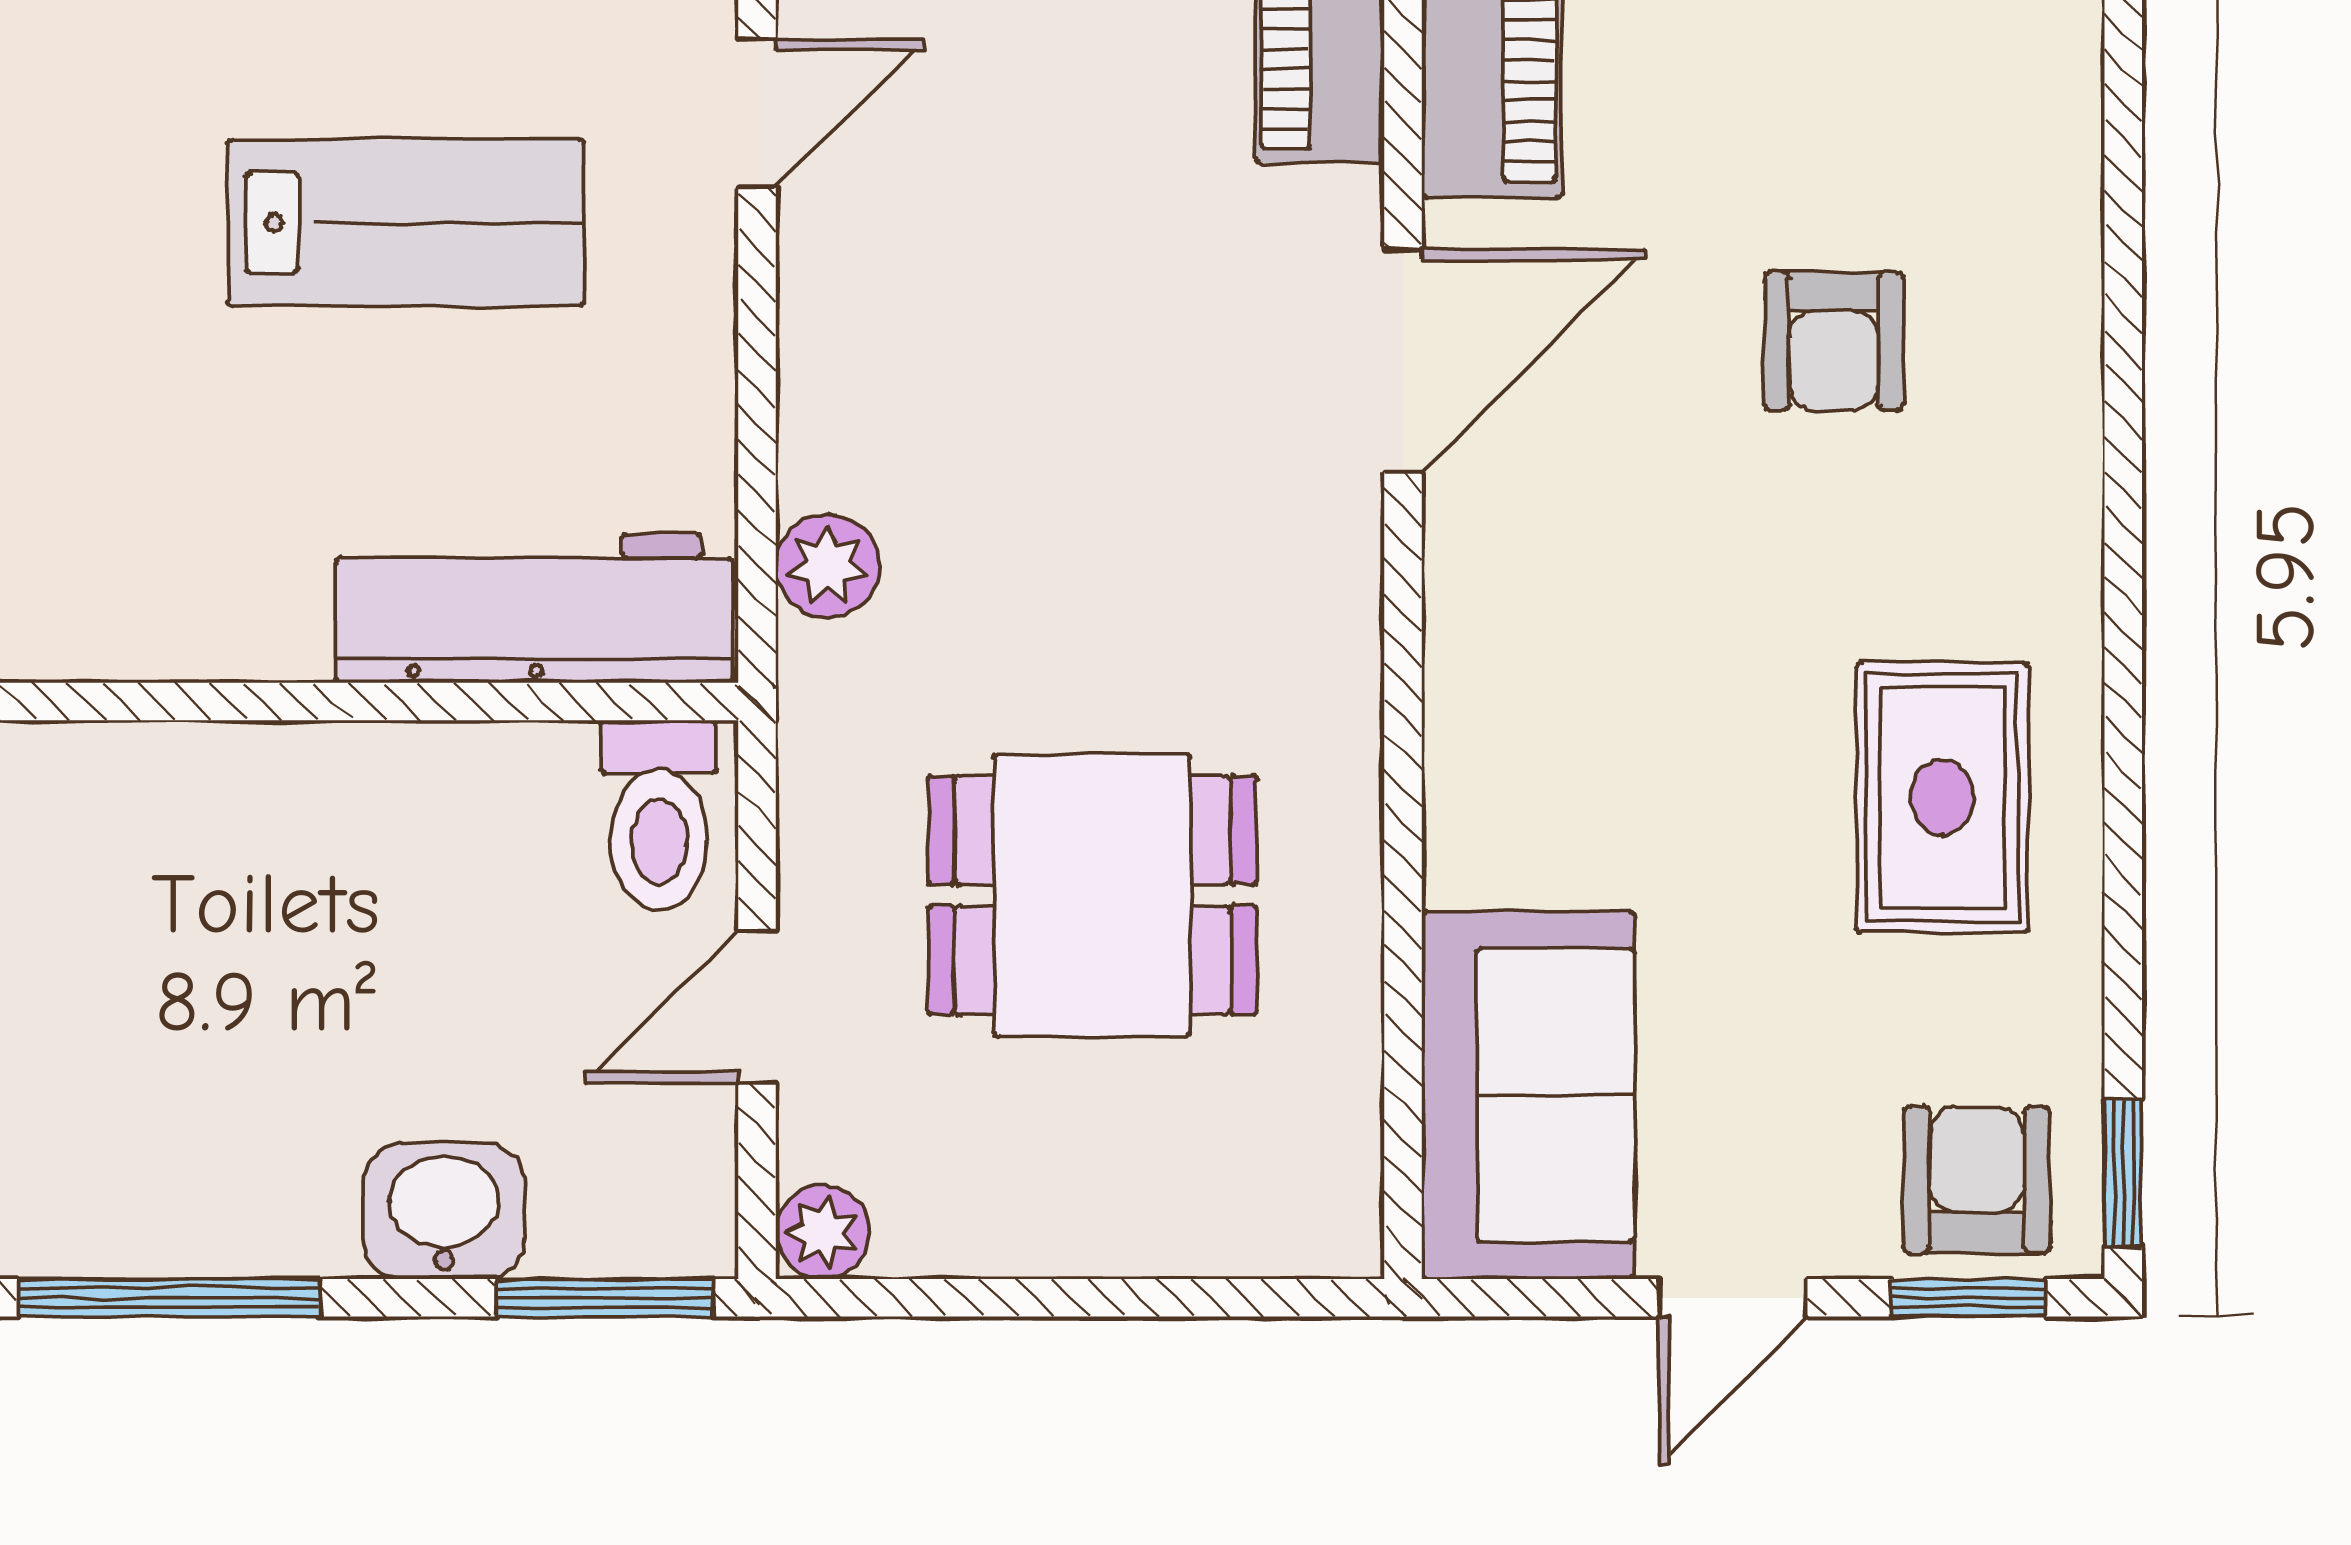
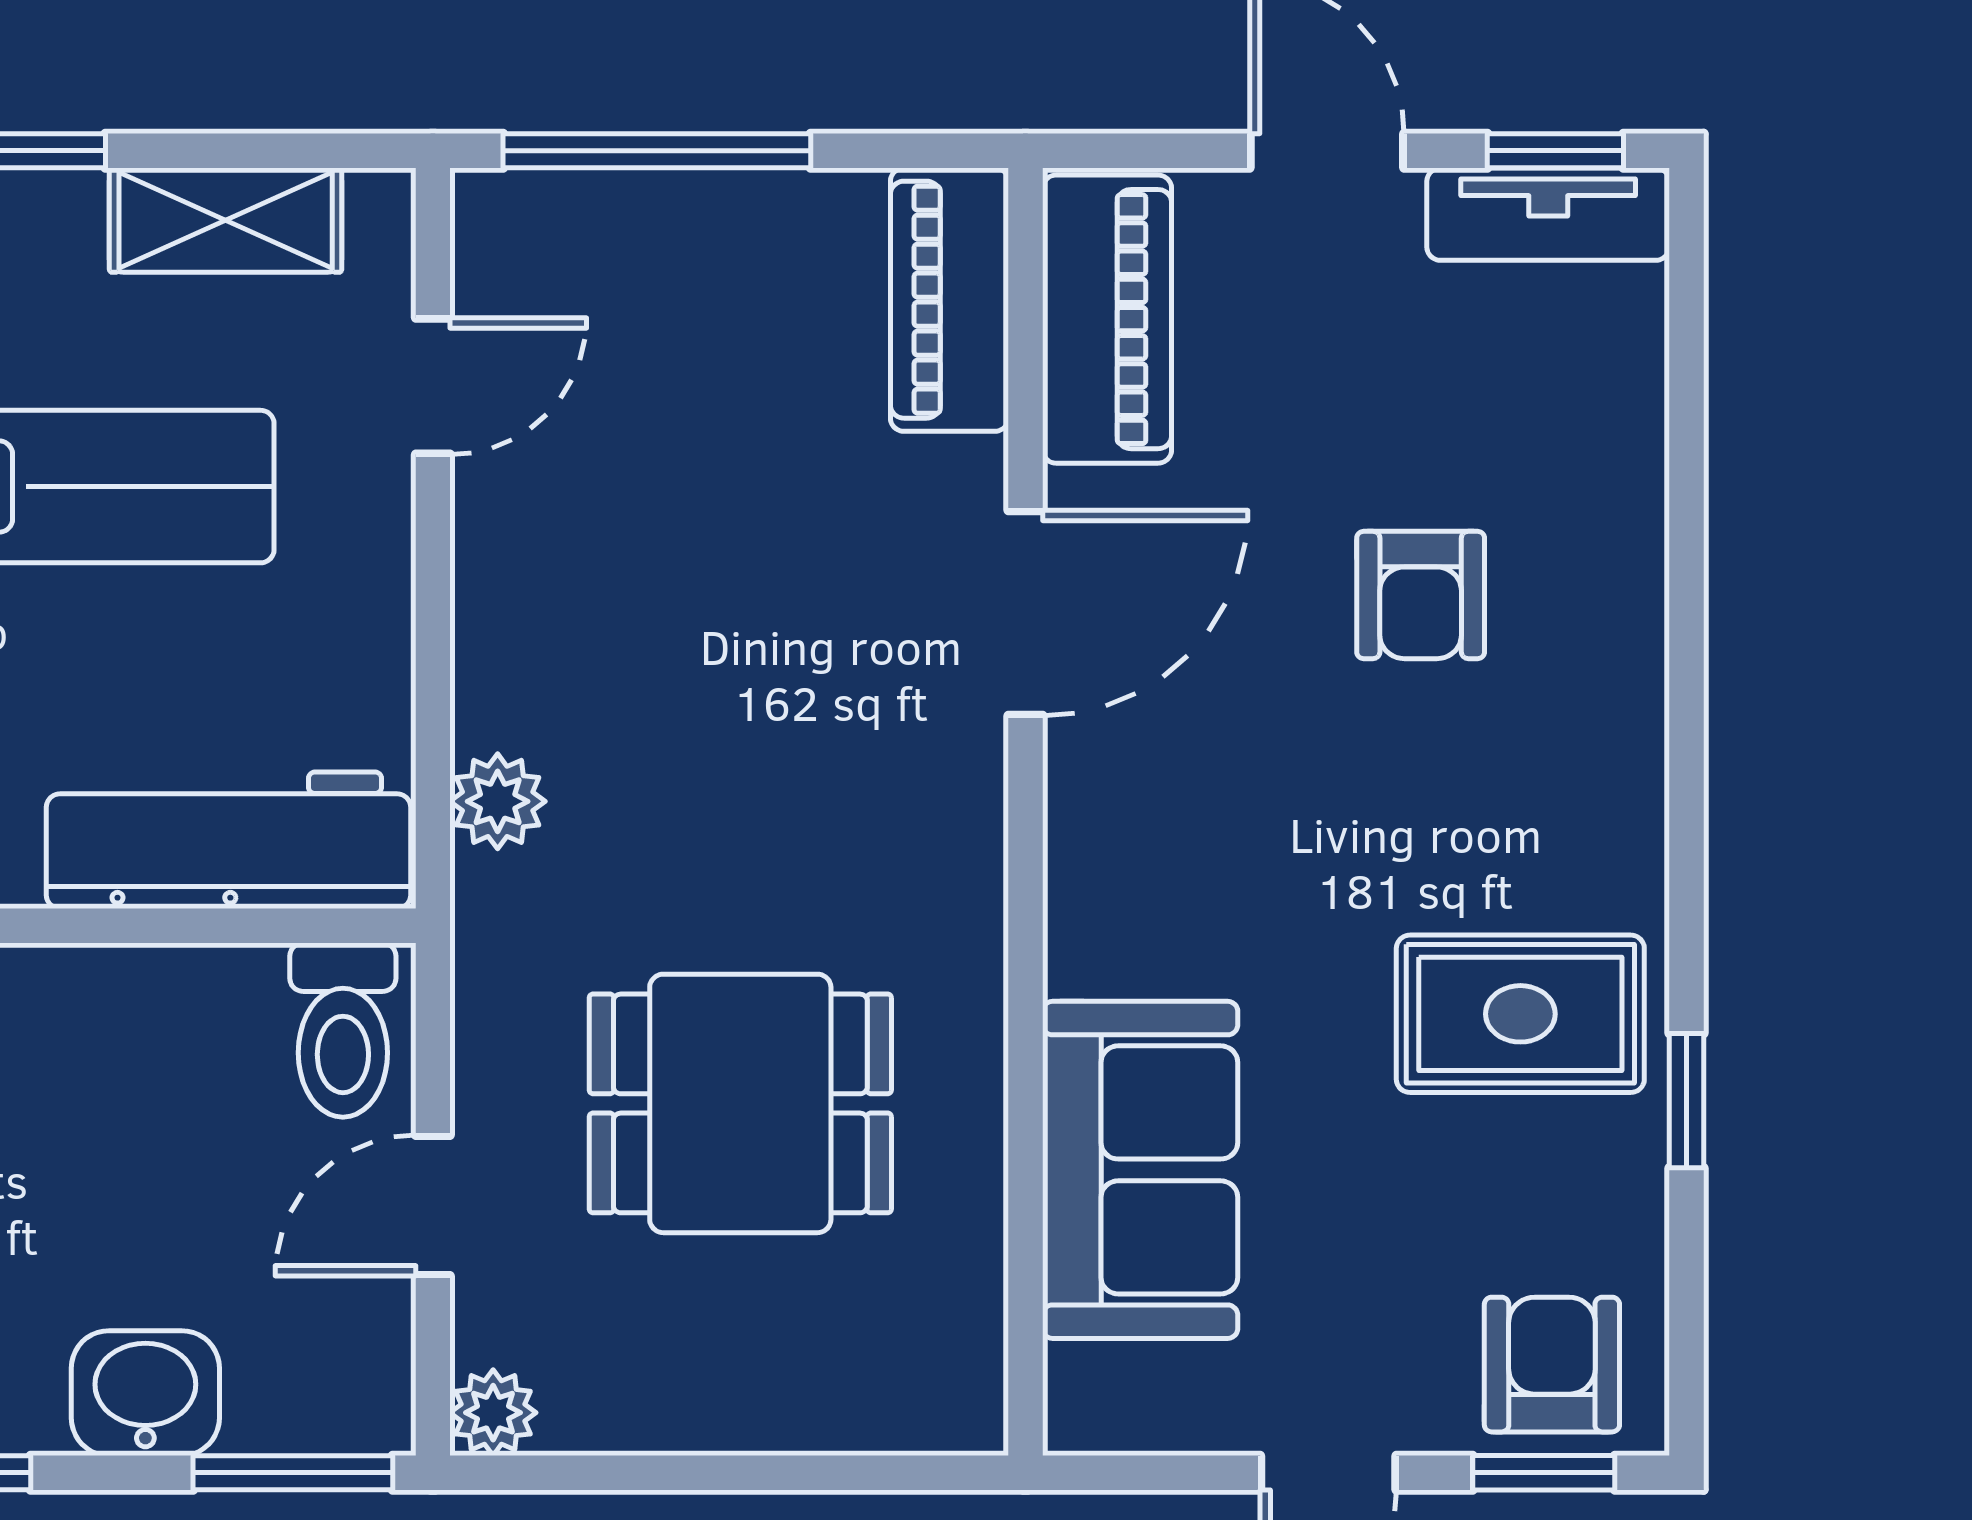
rug: (1942, 798) -> (1520, 1014), turned 90
sofa: (1528, 1095) -> (1140, 1170), moved
window: (2123, 1173) -> (1686, 1101), moved

